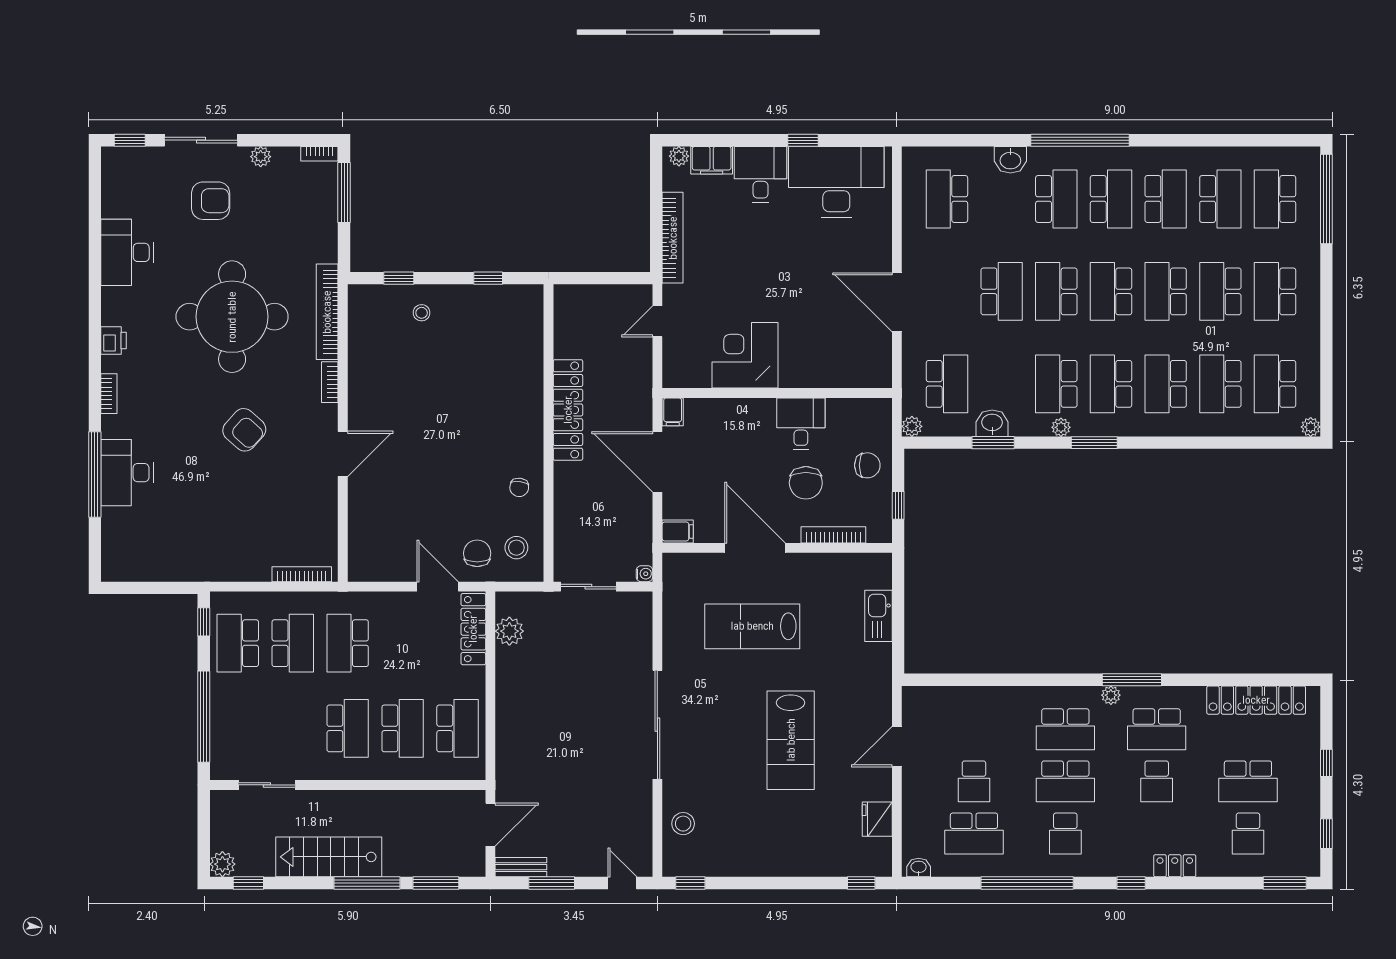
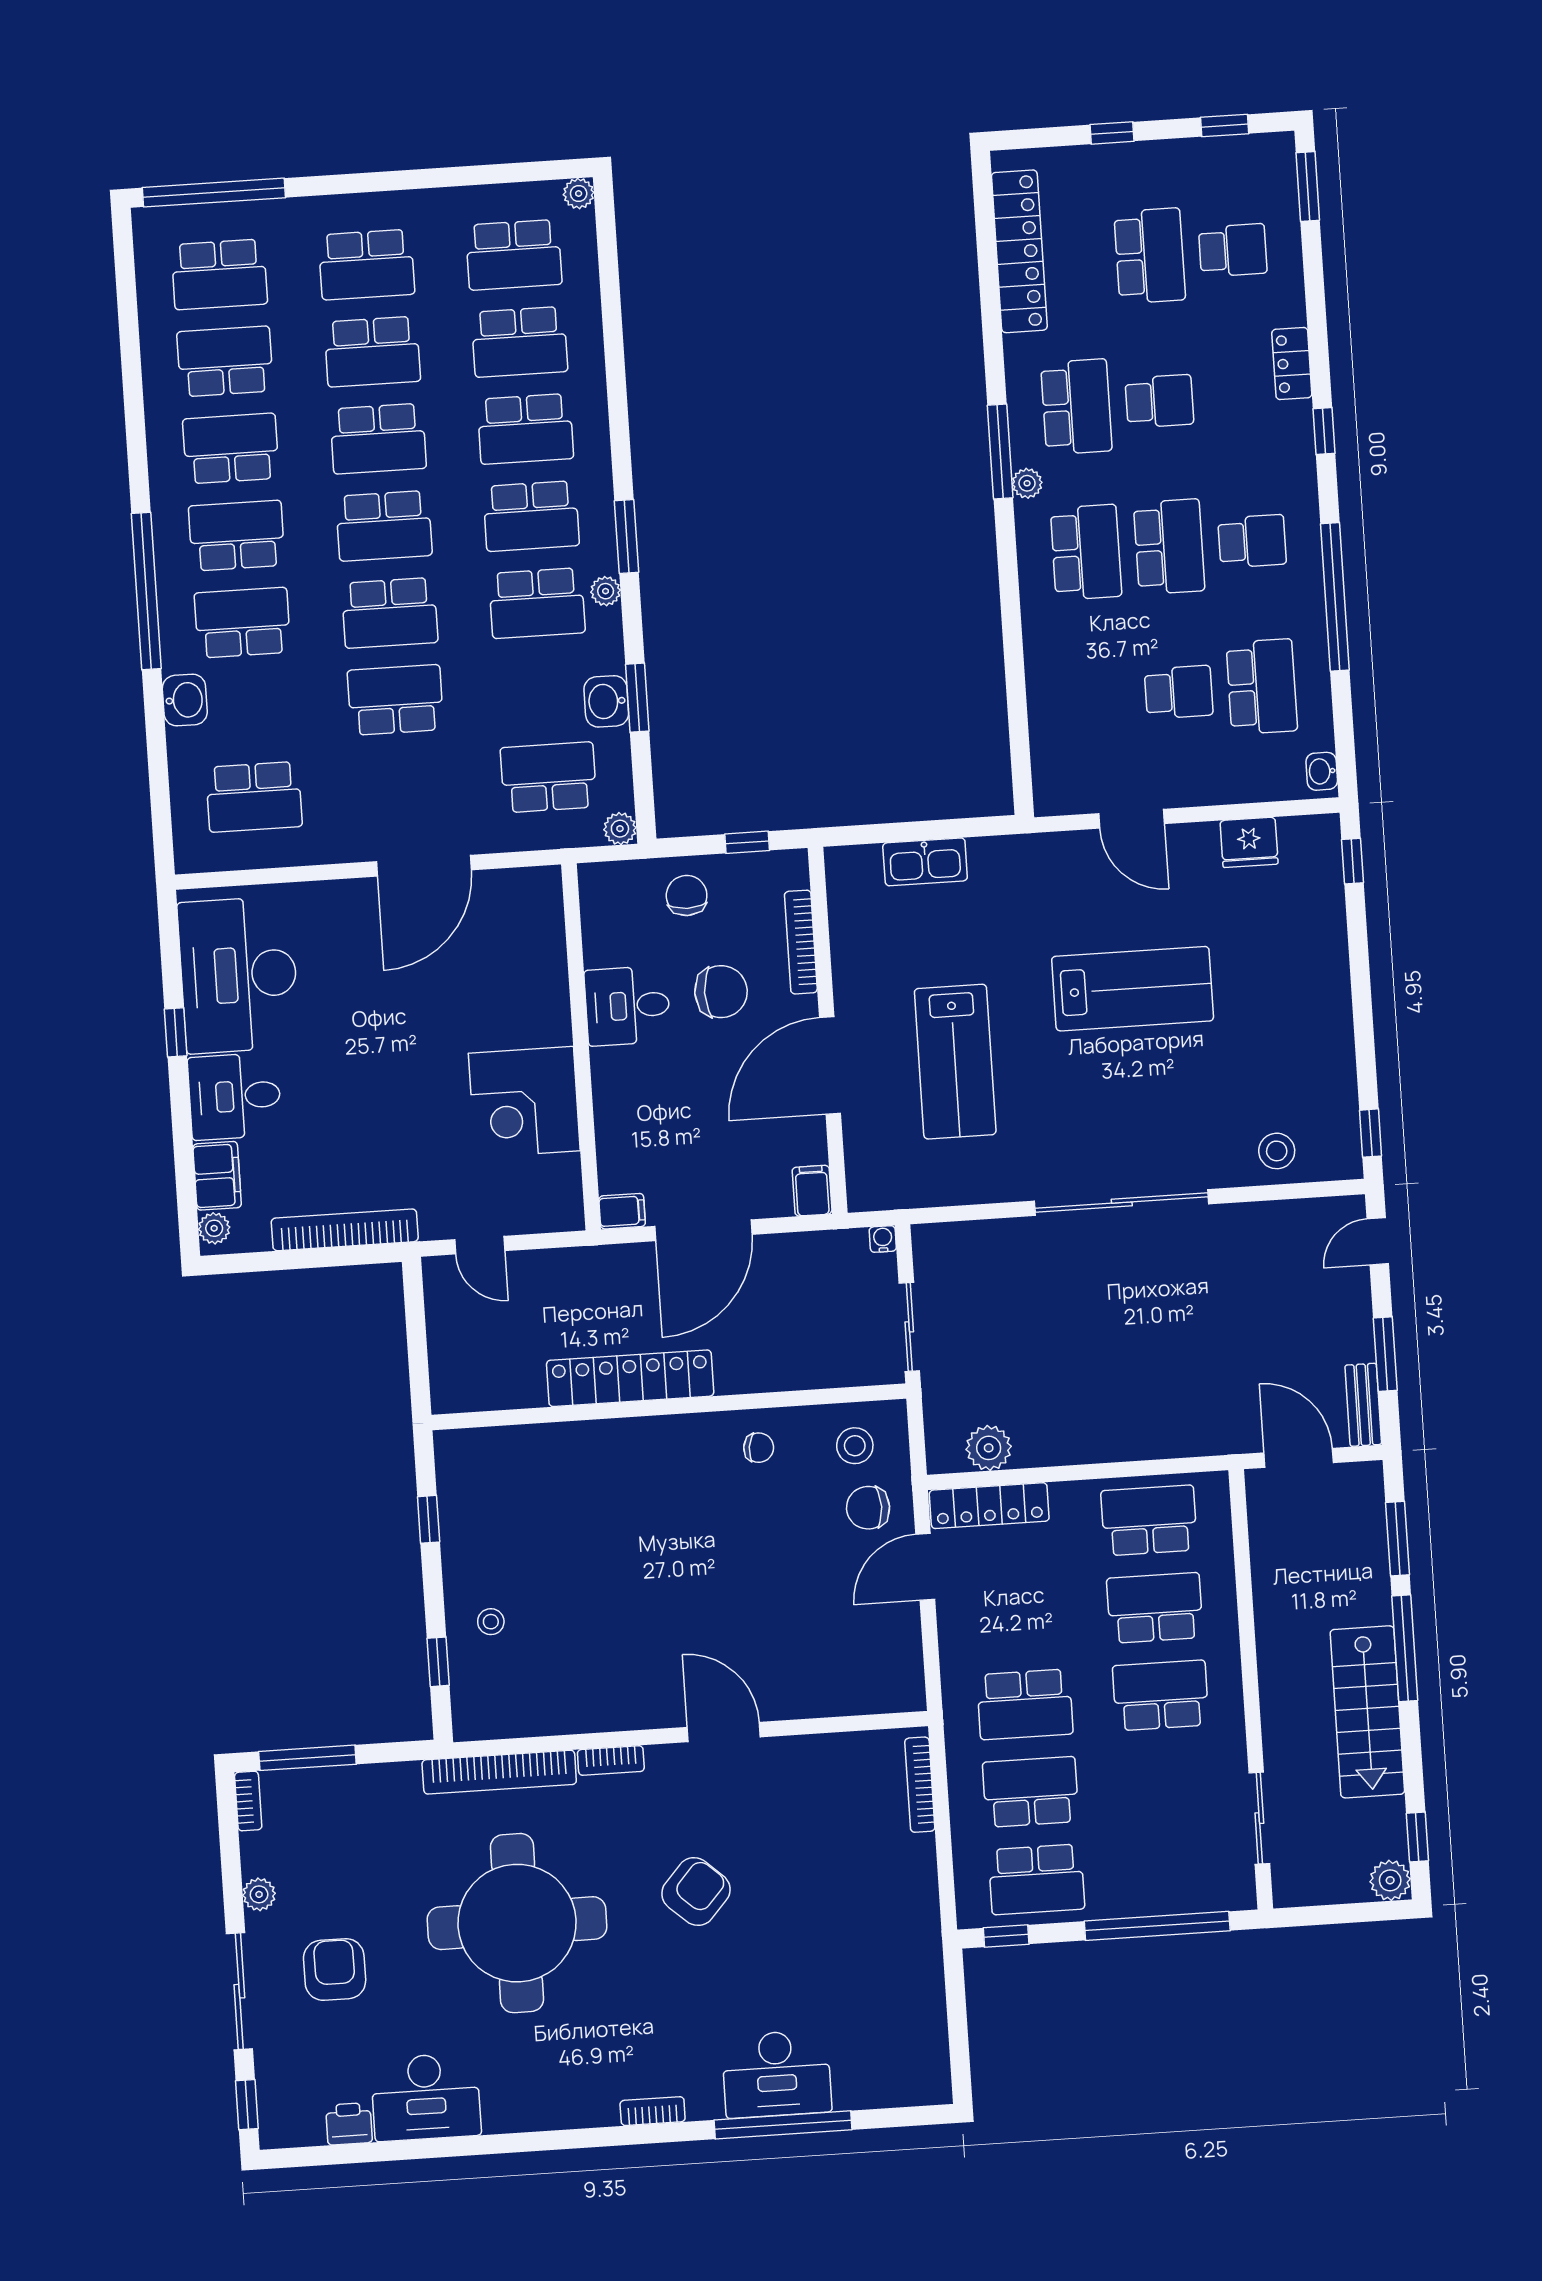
printer: (114, 340) -> (349, 2124), moved

